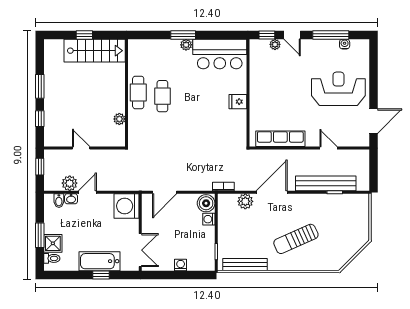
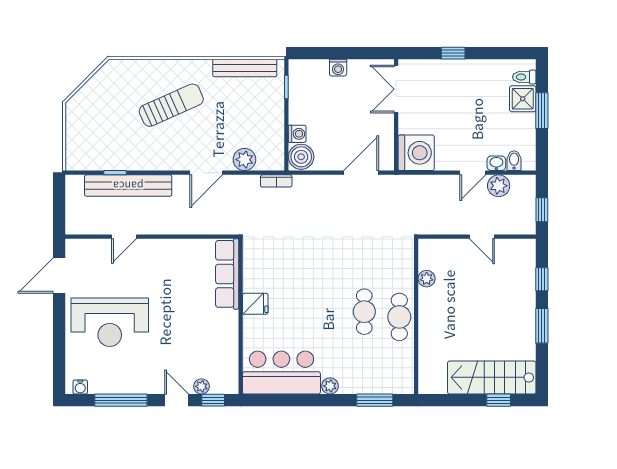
window: (84, 35) -> (499, 400), moved
window: (183, 35) -> (375, 400), moved
water cooler: (345, 44) -> (80, 387), moved
stairs: (95, 51) -> (492, 377), moved
row of seats: (280, 139) -> (227, 274), moved, turned 90
door: (329, 148) -> (124, 237), hinge flipped
door: (272, 192) -> (206, 173), width x0.73
bathtub: (99, 261) -> (455, 73), removed

